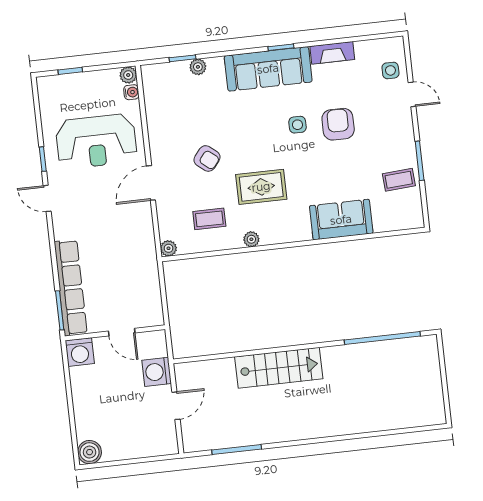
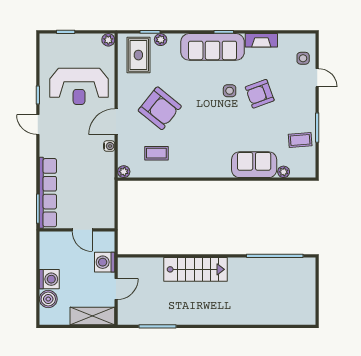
water cooler: (131, 92) -> (109, 146), moved
armchair: (338, 124) -> (260, 94), turned -110
armchair: (207, 158) -> (160, 108), width x1.88, depth x1.88
rug: (261, 187) -> (138, 55), moved, turned 90
plant: (251, 239) -> (284, 172), moved
washing machine: (80, 352) -> (49, 279), moved, turned -90
shelving: (148, 445) -> (92, 316), added
boiler: (90, 452) -> (48, 299), moved

